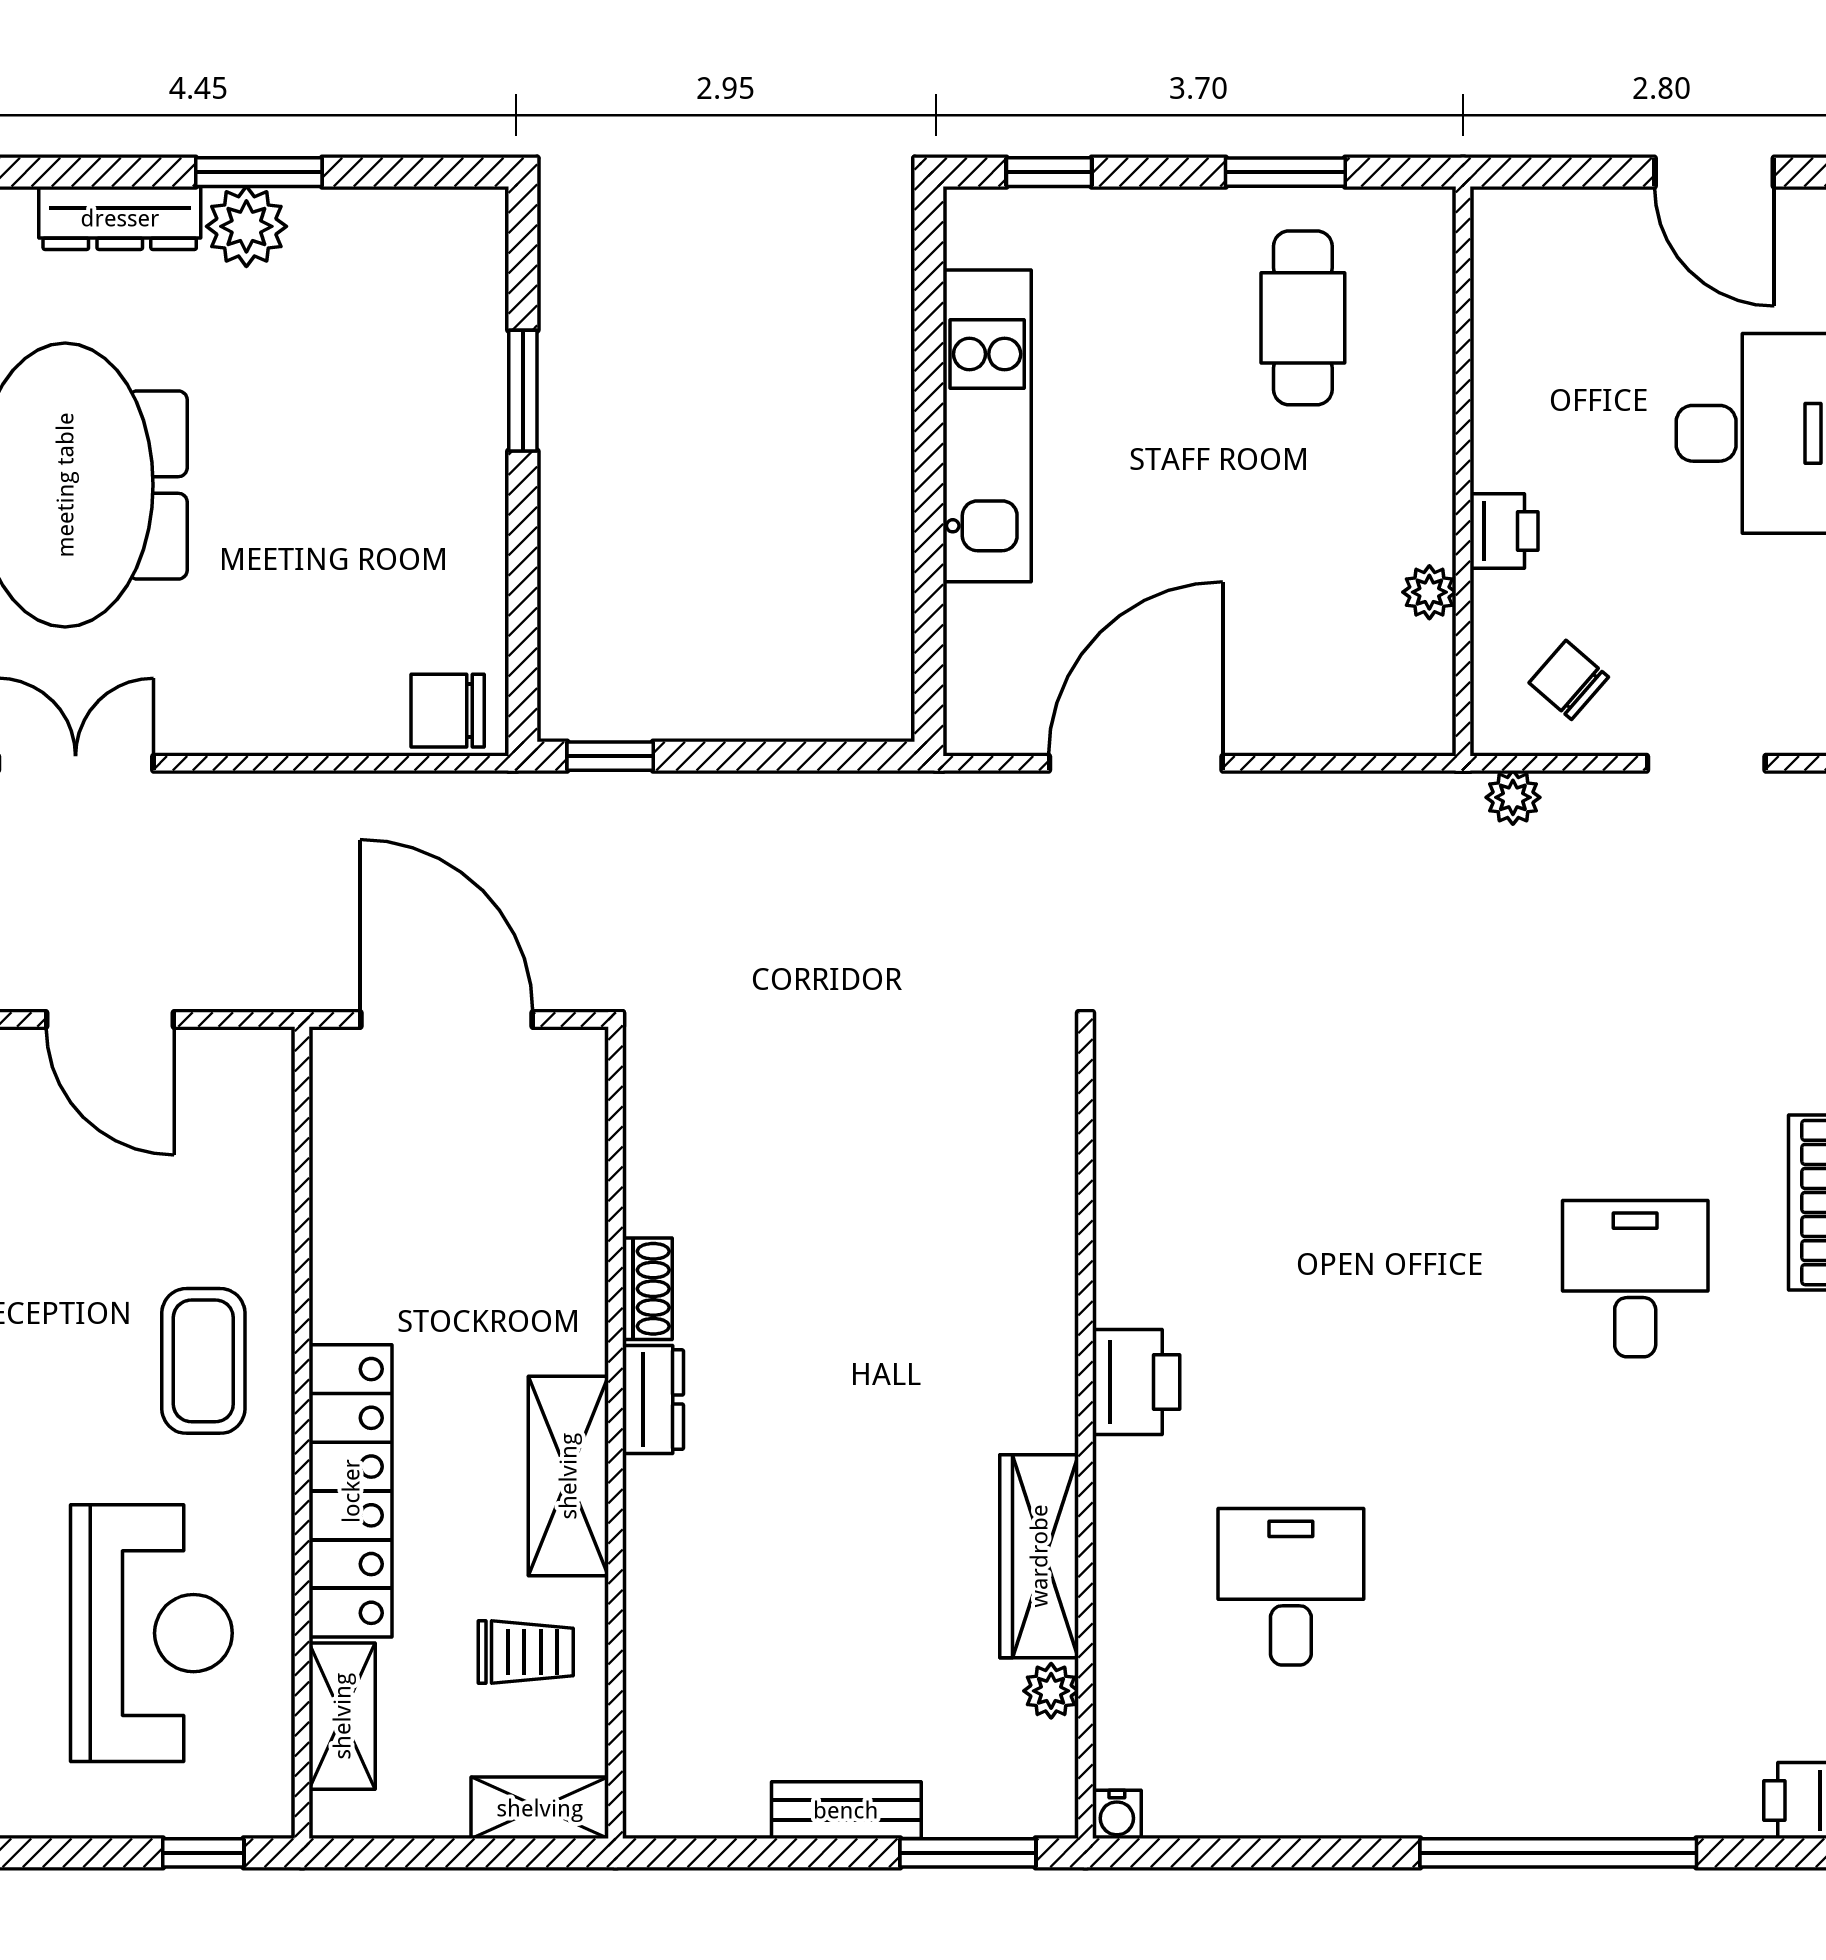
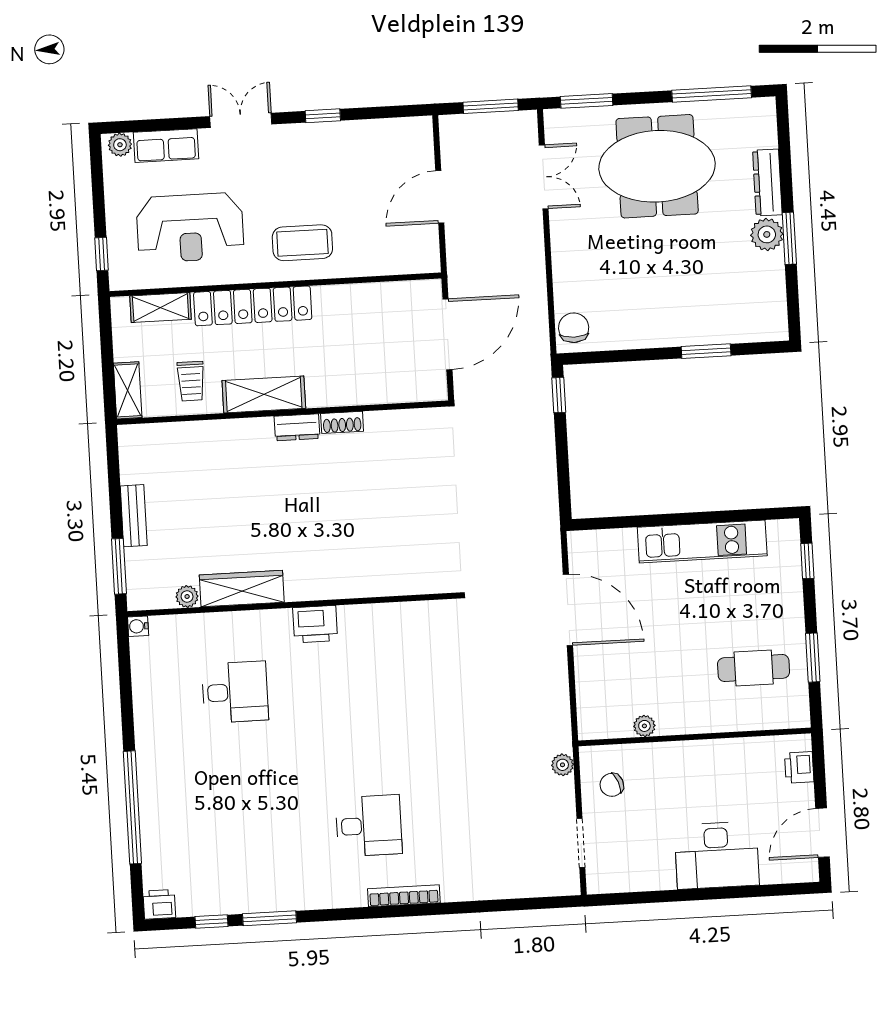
printer: (1504, 531) -> (799, 767), moved, turned 90
chair: (1569, 680) -> (612, 785), turned -152

